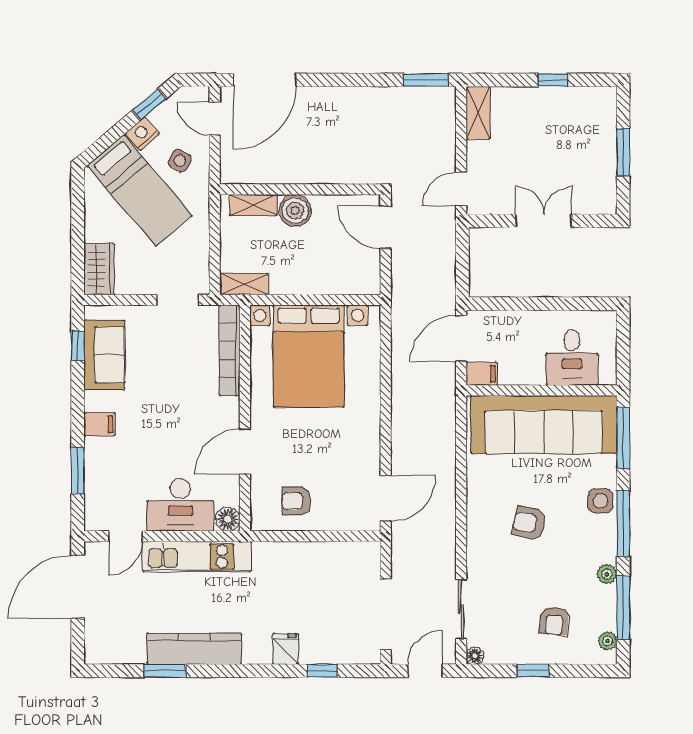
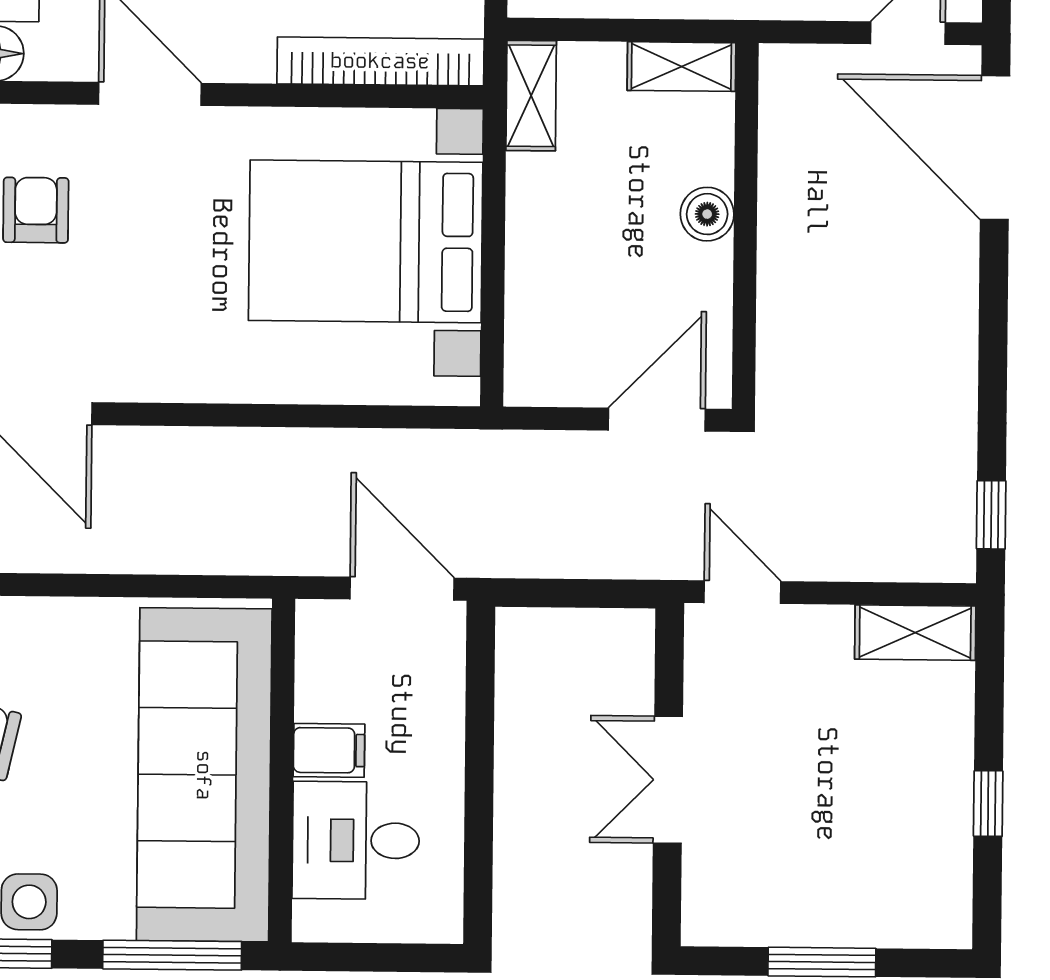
window: (426, 80) -> (991, 515), width x0.67
shelving: (253, 205) -> (681, 67), moved, turned 90
boiler: (295, 210) -> (707, 214), width x0.73, depth x0.73
double door: (544, 221) -> (668, 780), swing flipped
filing cabinet: (482, 374) -> (329, 750), moved, turned -90

